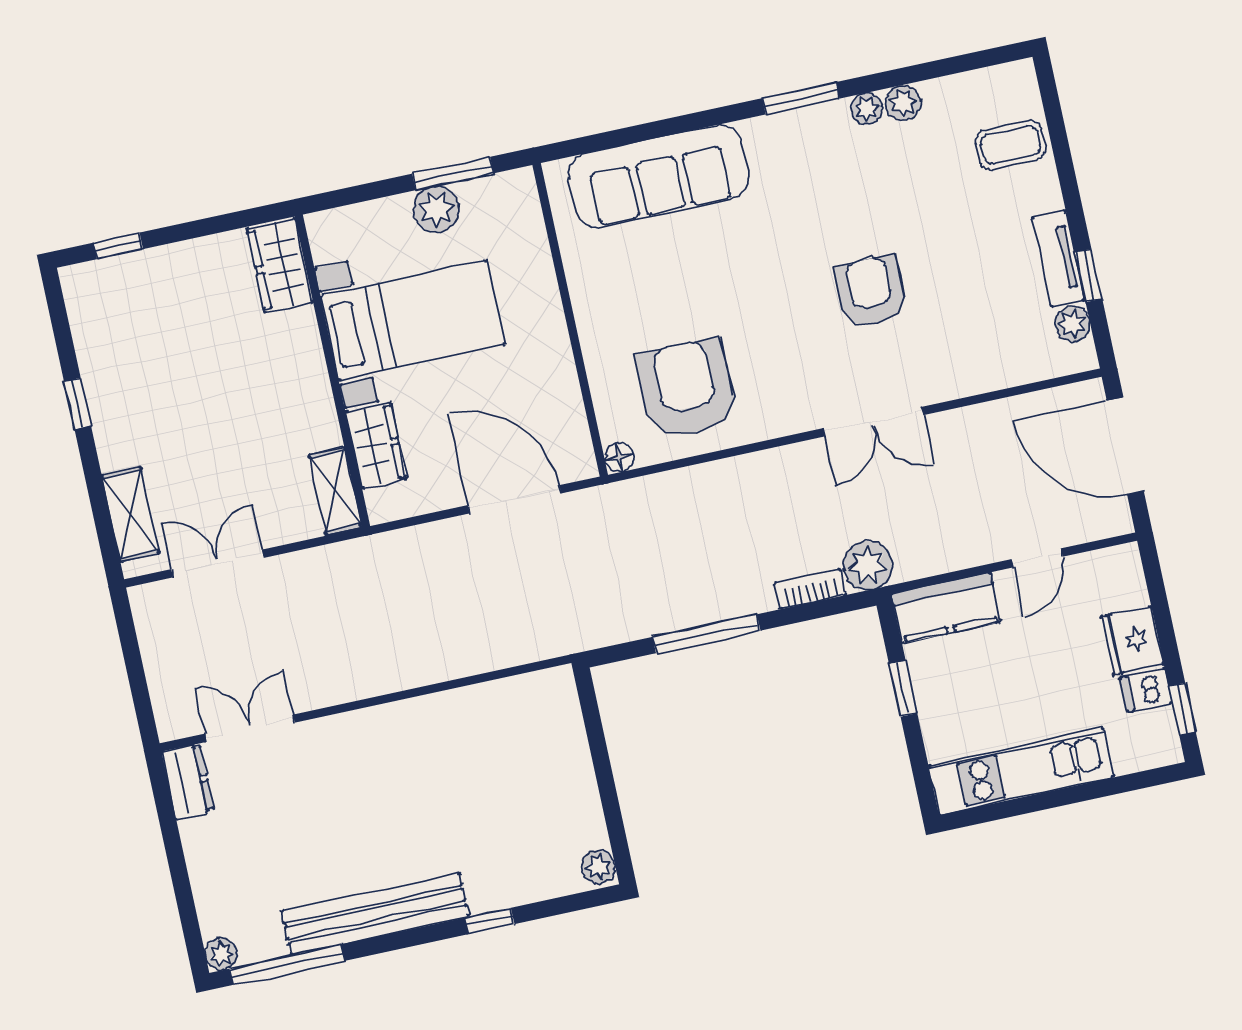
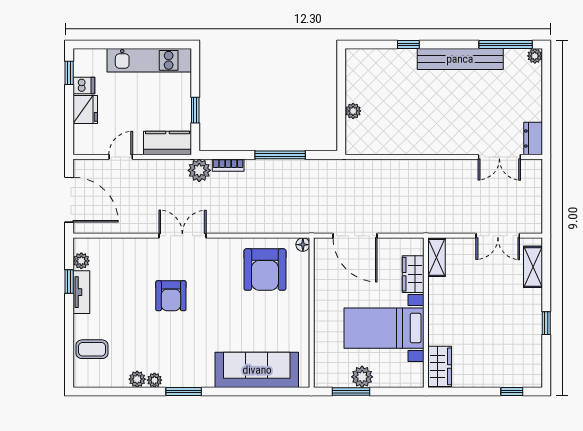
plant: (598, 867) -> (353, 111), moved

